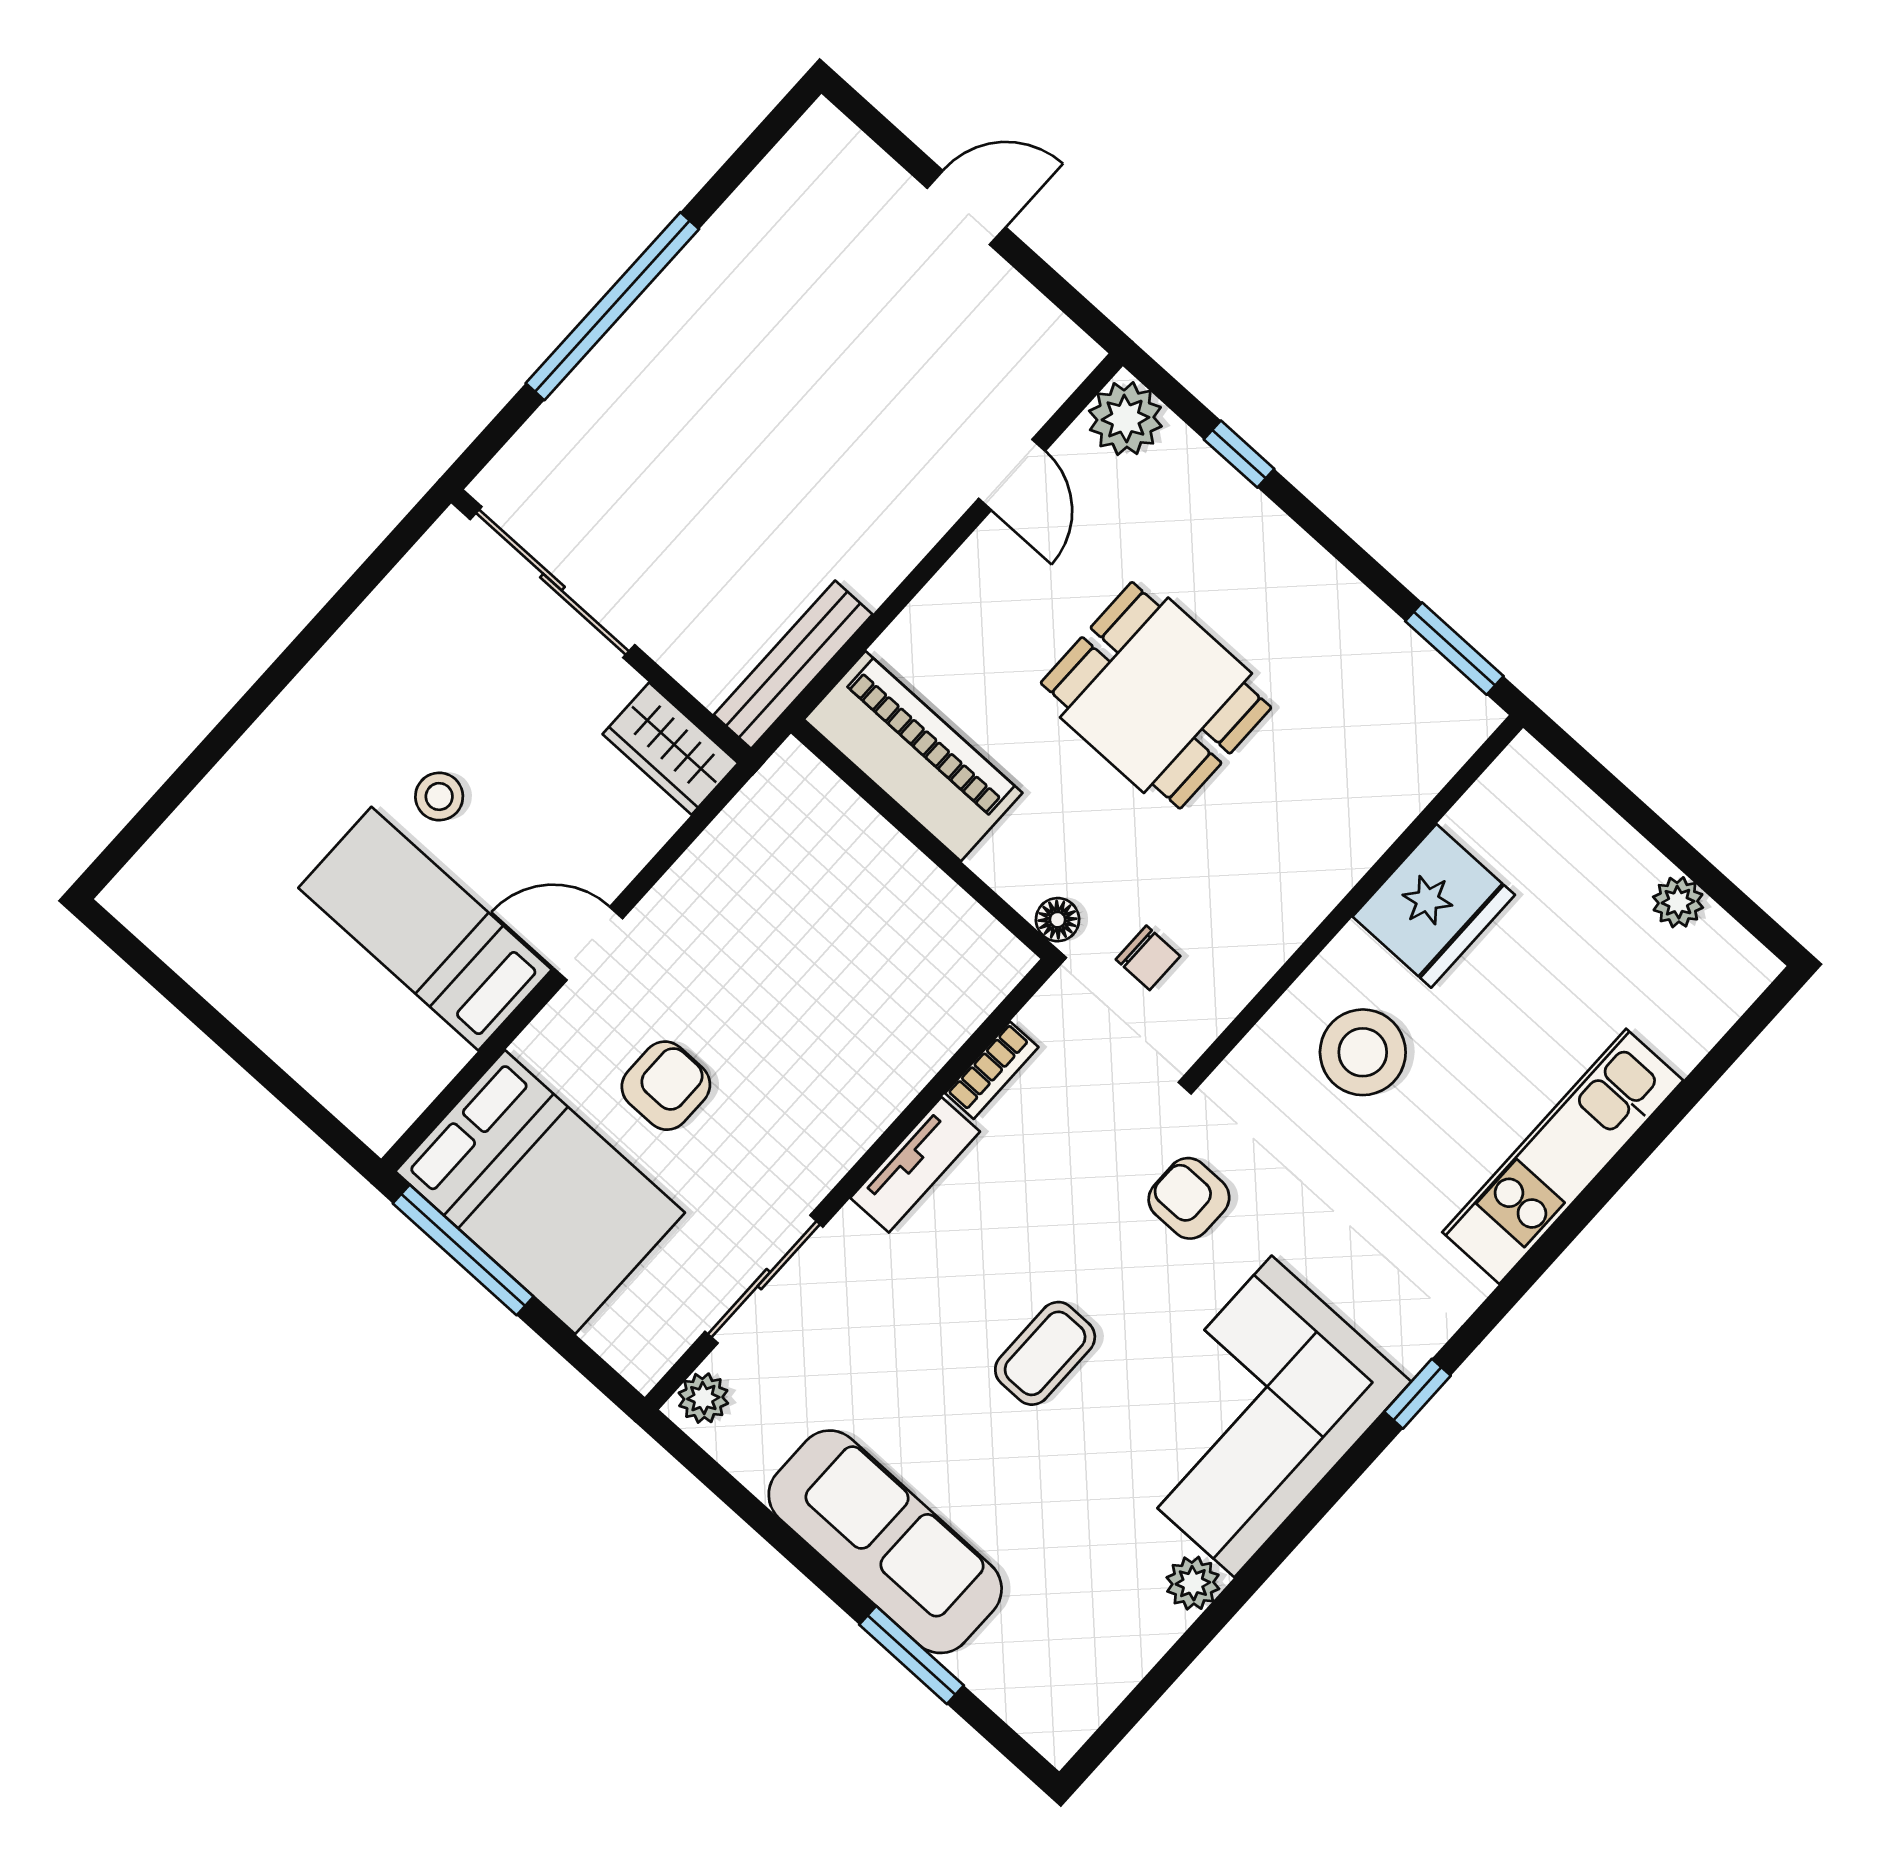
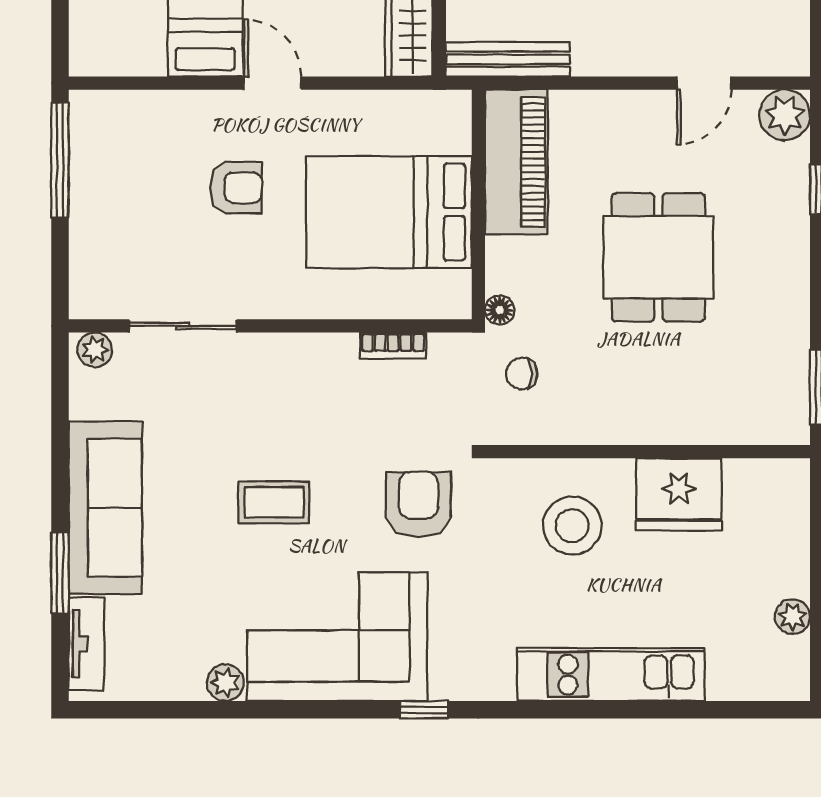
chair: (1148, 958) -> (522, 374), turned 90
tv unit: (915, 1165) -> (86, 644), moved, turned -90
bed: (540, 1192) -> (389, 212), moved, turned 90
armchair: (1189, 1198) -> (418, 504), width x1.38, depth x1.38

